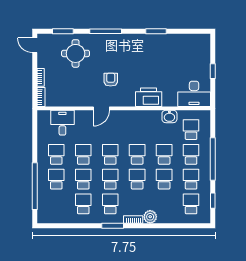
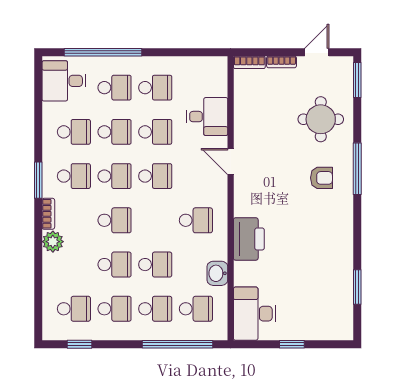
window: (63, 31) -> (357, 80), moved
window: (156, 31) -> (357, 287), moved
door: (35, 45) -> (317, 52), moved
armchair: (111, 80) -> (322, 178), moved
desk: (62, 123) -> (207, 117), moved
school desk: (137, 154) -> (196, 220), moved
window: (213, 159) -> (178, 344), moved
desk: (52, 210) -> (64, 81), added

